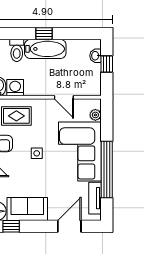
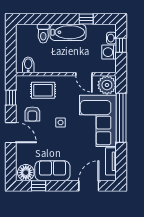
window: (44, 34) -> (86, 19), moved
washing machine: (15, 88) -> (109, 52), moved, turned -90
plant: (95, 115) -> (107, 85), width x1.88, depth x1.88
window: (107, 169) -> (121, 118), moved

